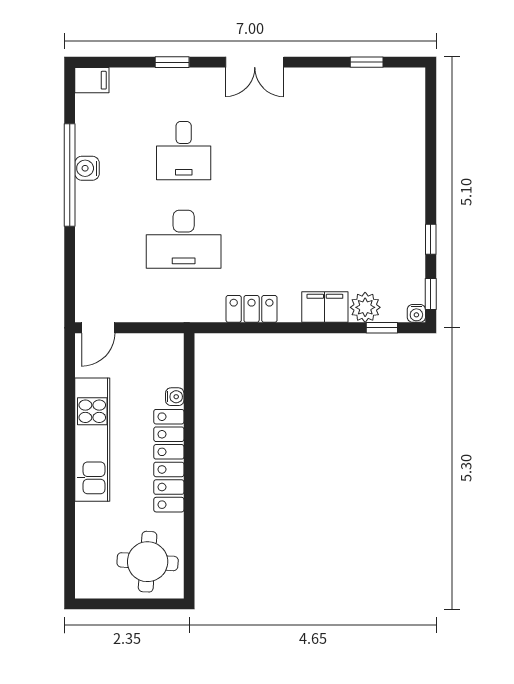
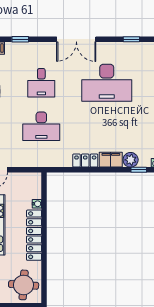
window: (172, 62) -> (20, 39), moved
double door: (255, 62) -> (76, 39), width x1.37
desk: (317, 151) -> (107, 83), added
locker: (252, 309) -> (85, 161), moved

